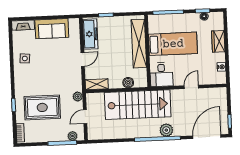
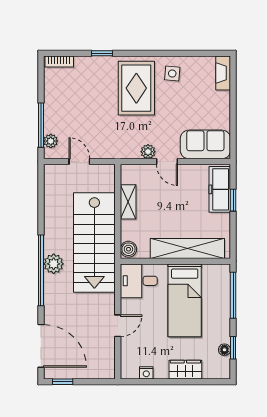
sofa: (52, 29) -> (205, 144), moved, turned 90
freezer: (90, 34) -> (220, 189), moved, turned 90
boiler: (128, 83) -> (128, 249), moved
shelving: (97, 84) -> (128, 202), moved
door: (191, 87) -> (118, 326), hinge flipped
plant: (78, 97) -> (148, 152), moved
rug: (42, 107) -> (136, 88), moved
plant: (166, 130) -> (54, 264), moved

